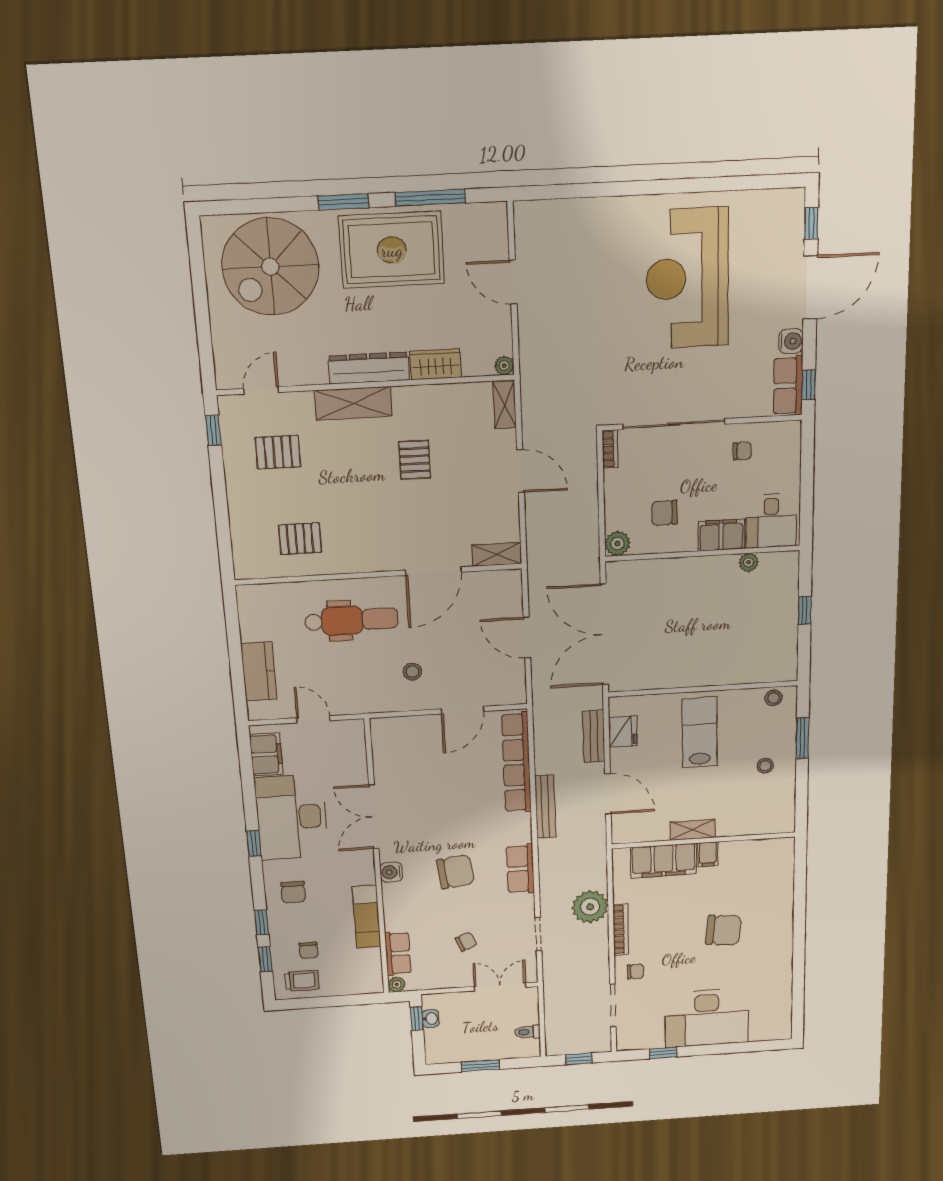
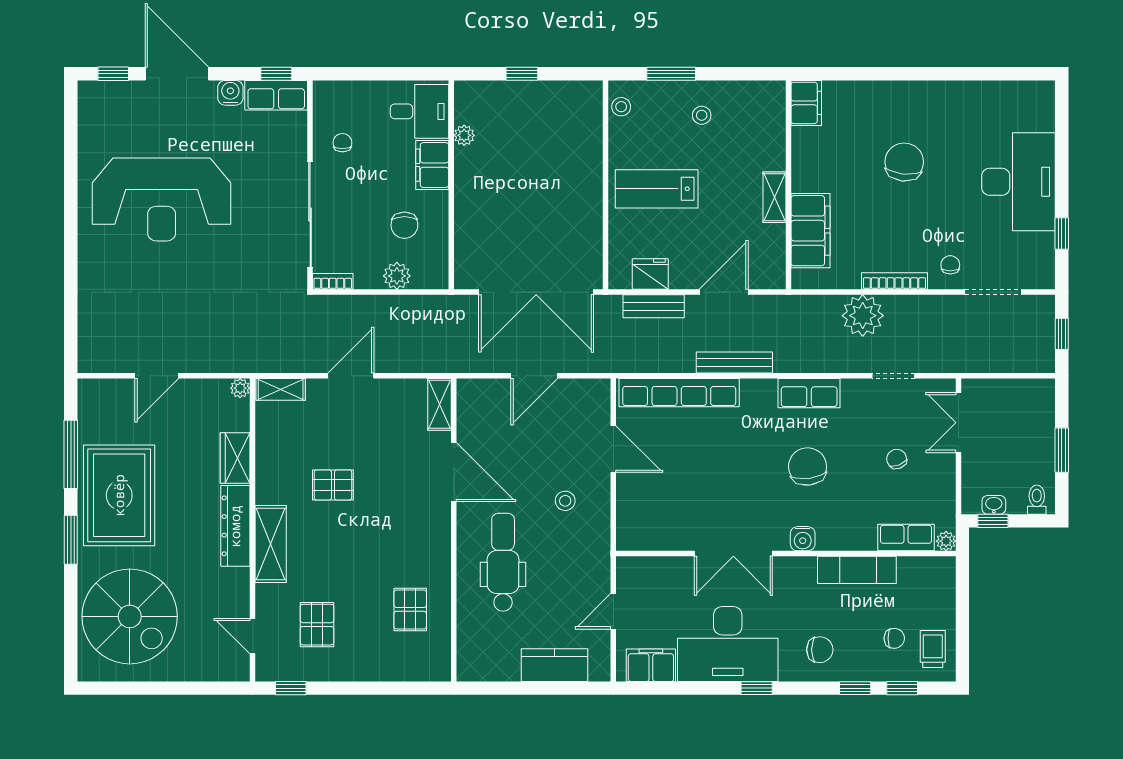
plant: (617, 543) -> (397, 276), moved
filing cabinet: (708, 854) -> (806, 103), moved, width x2.00
toilet: (527, 1032) -> (1037, 500), moved, turned 180

